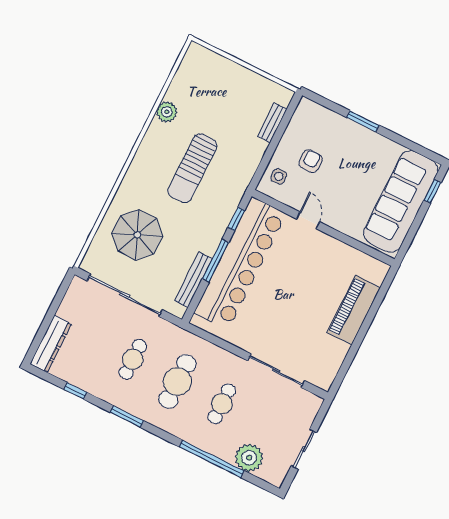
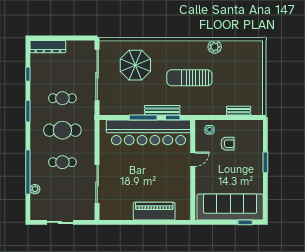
bench: (193, 280) -> (162, 110), moved
plant: (249, 458) -> (35, 189), width x0.53, depth x0.53

